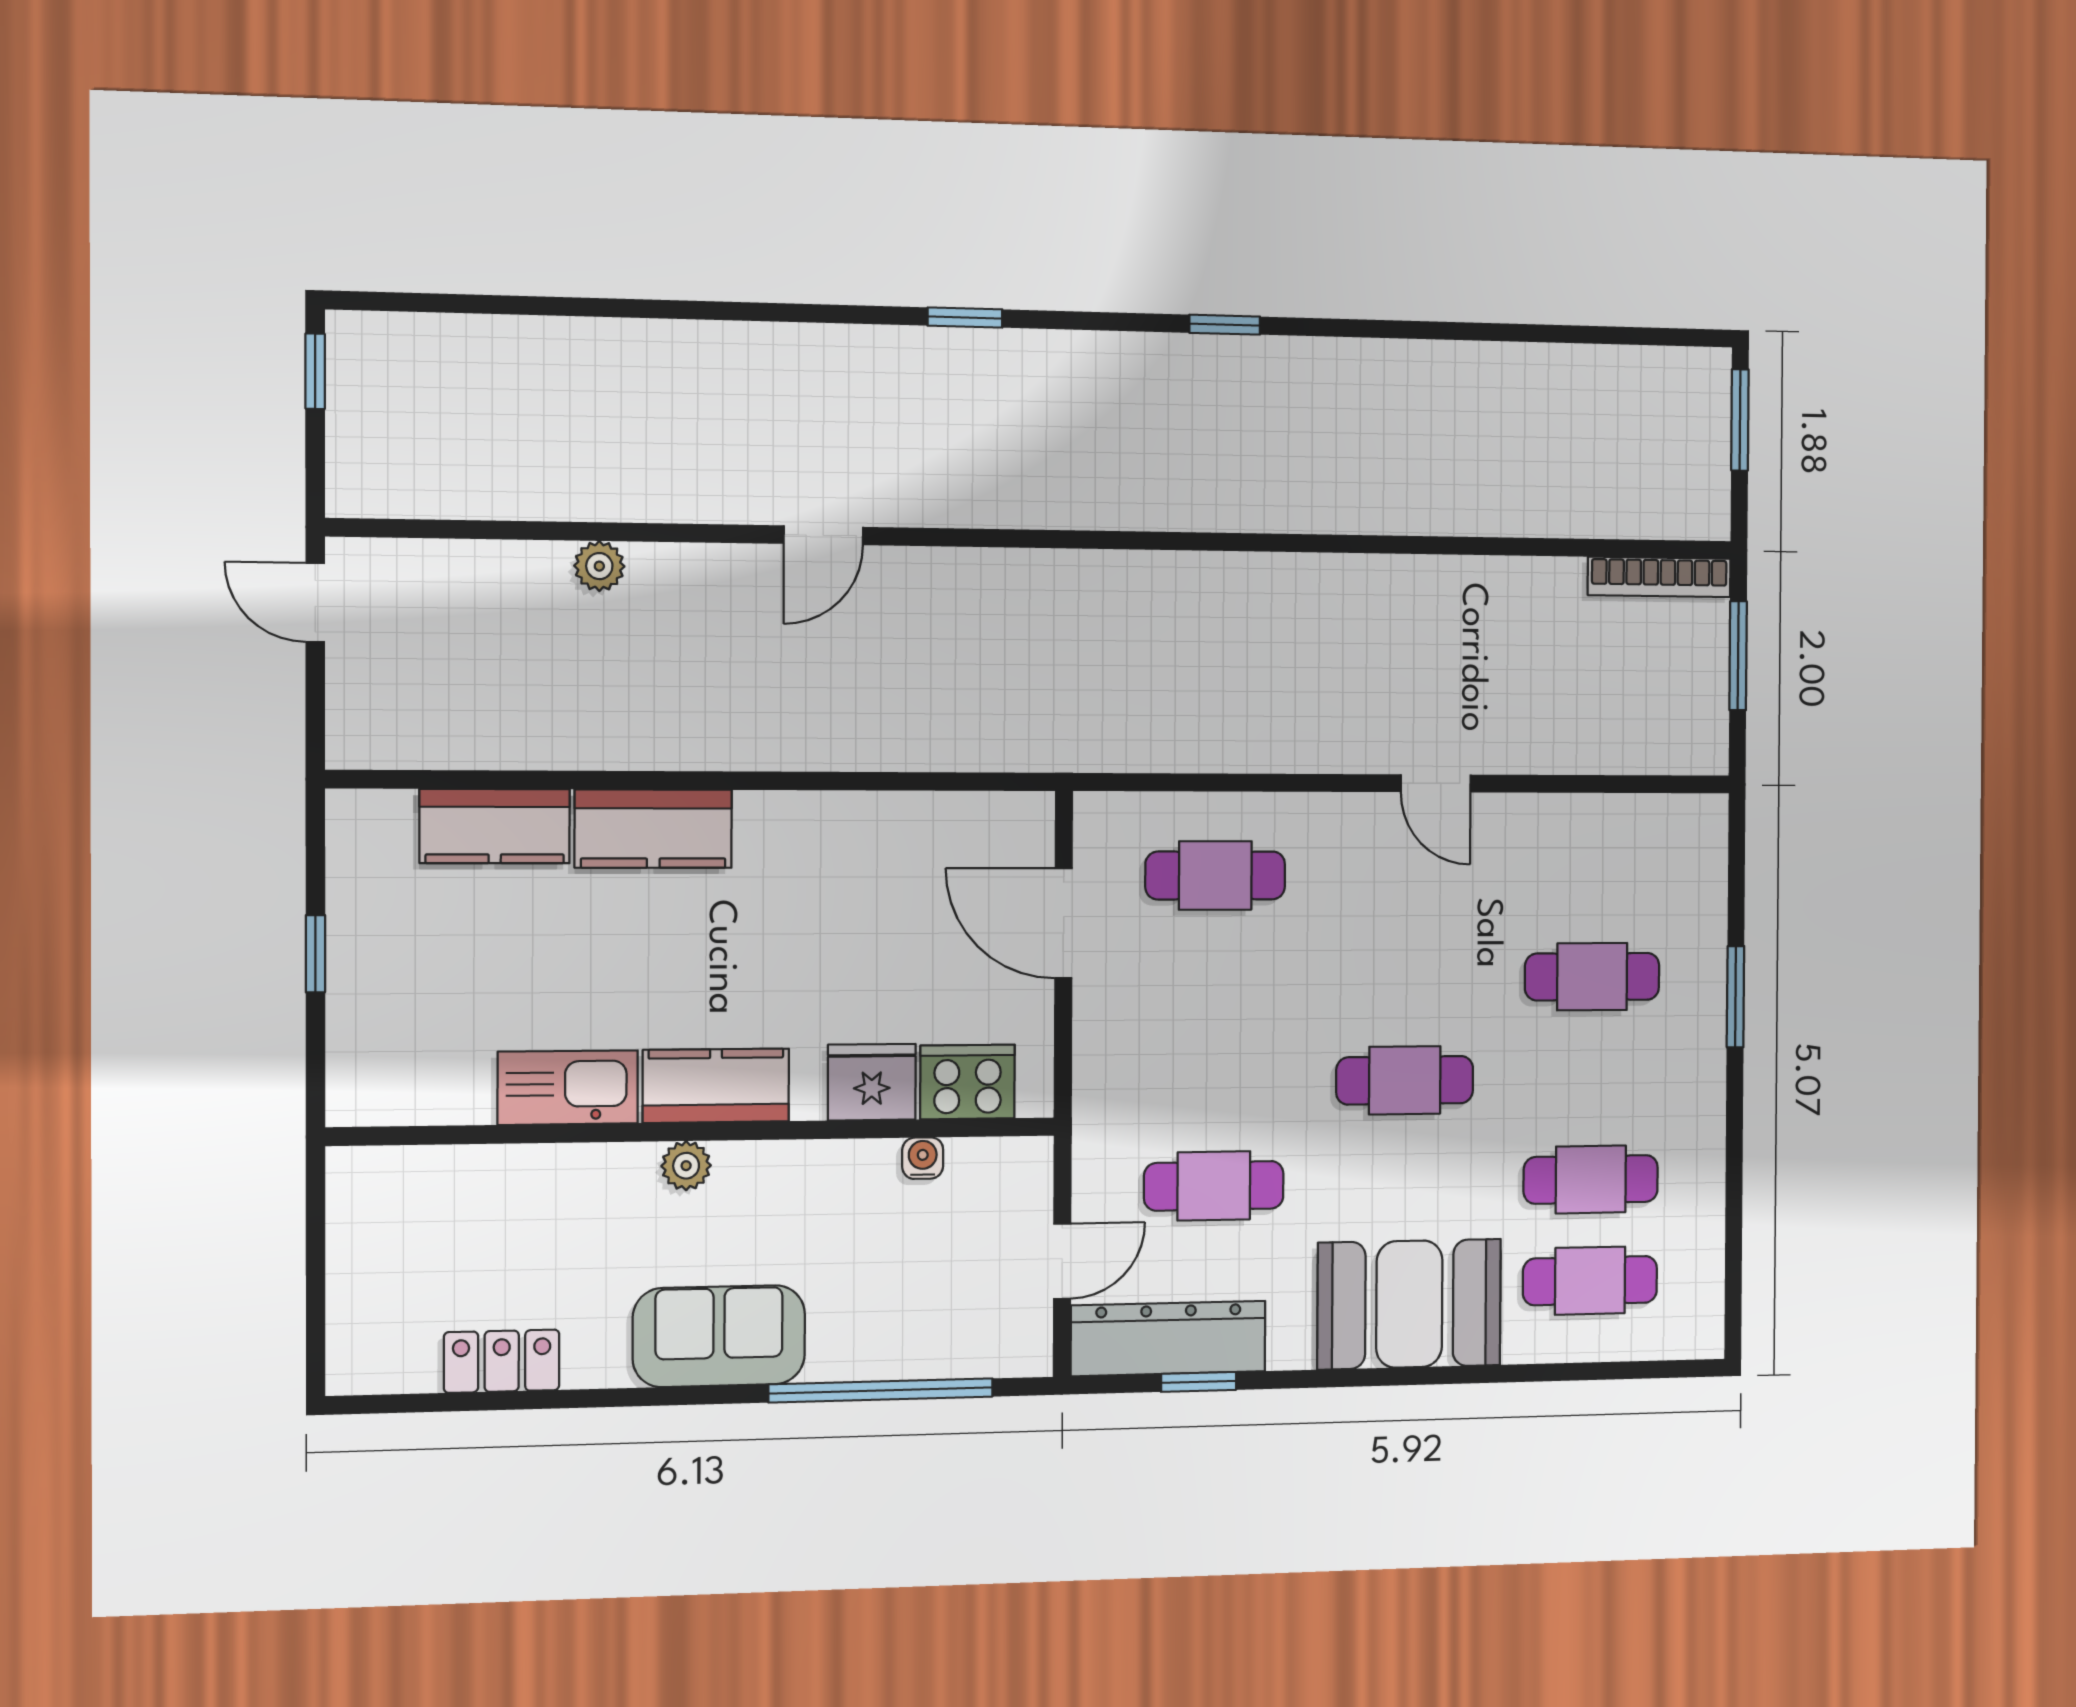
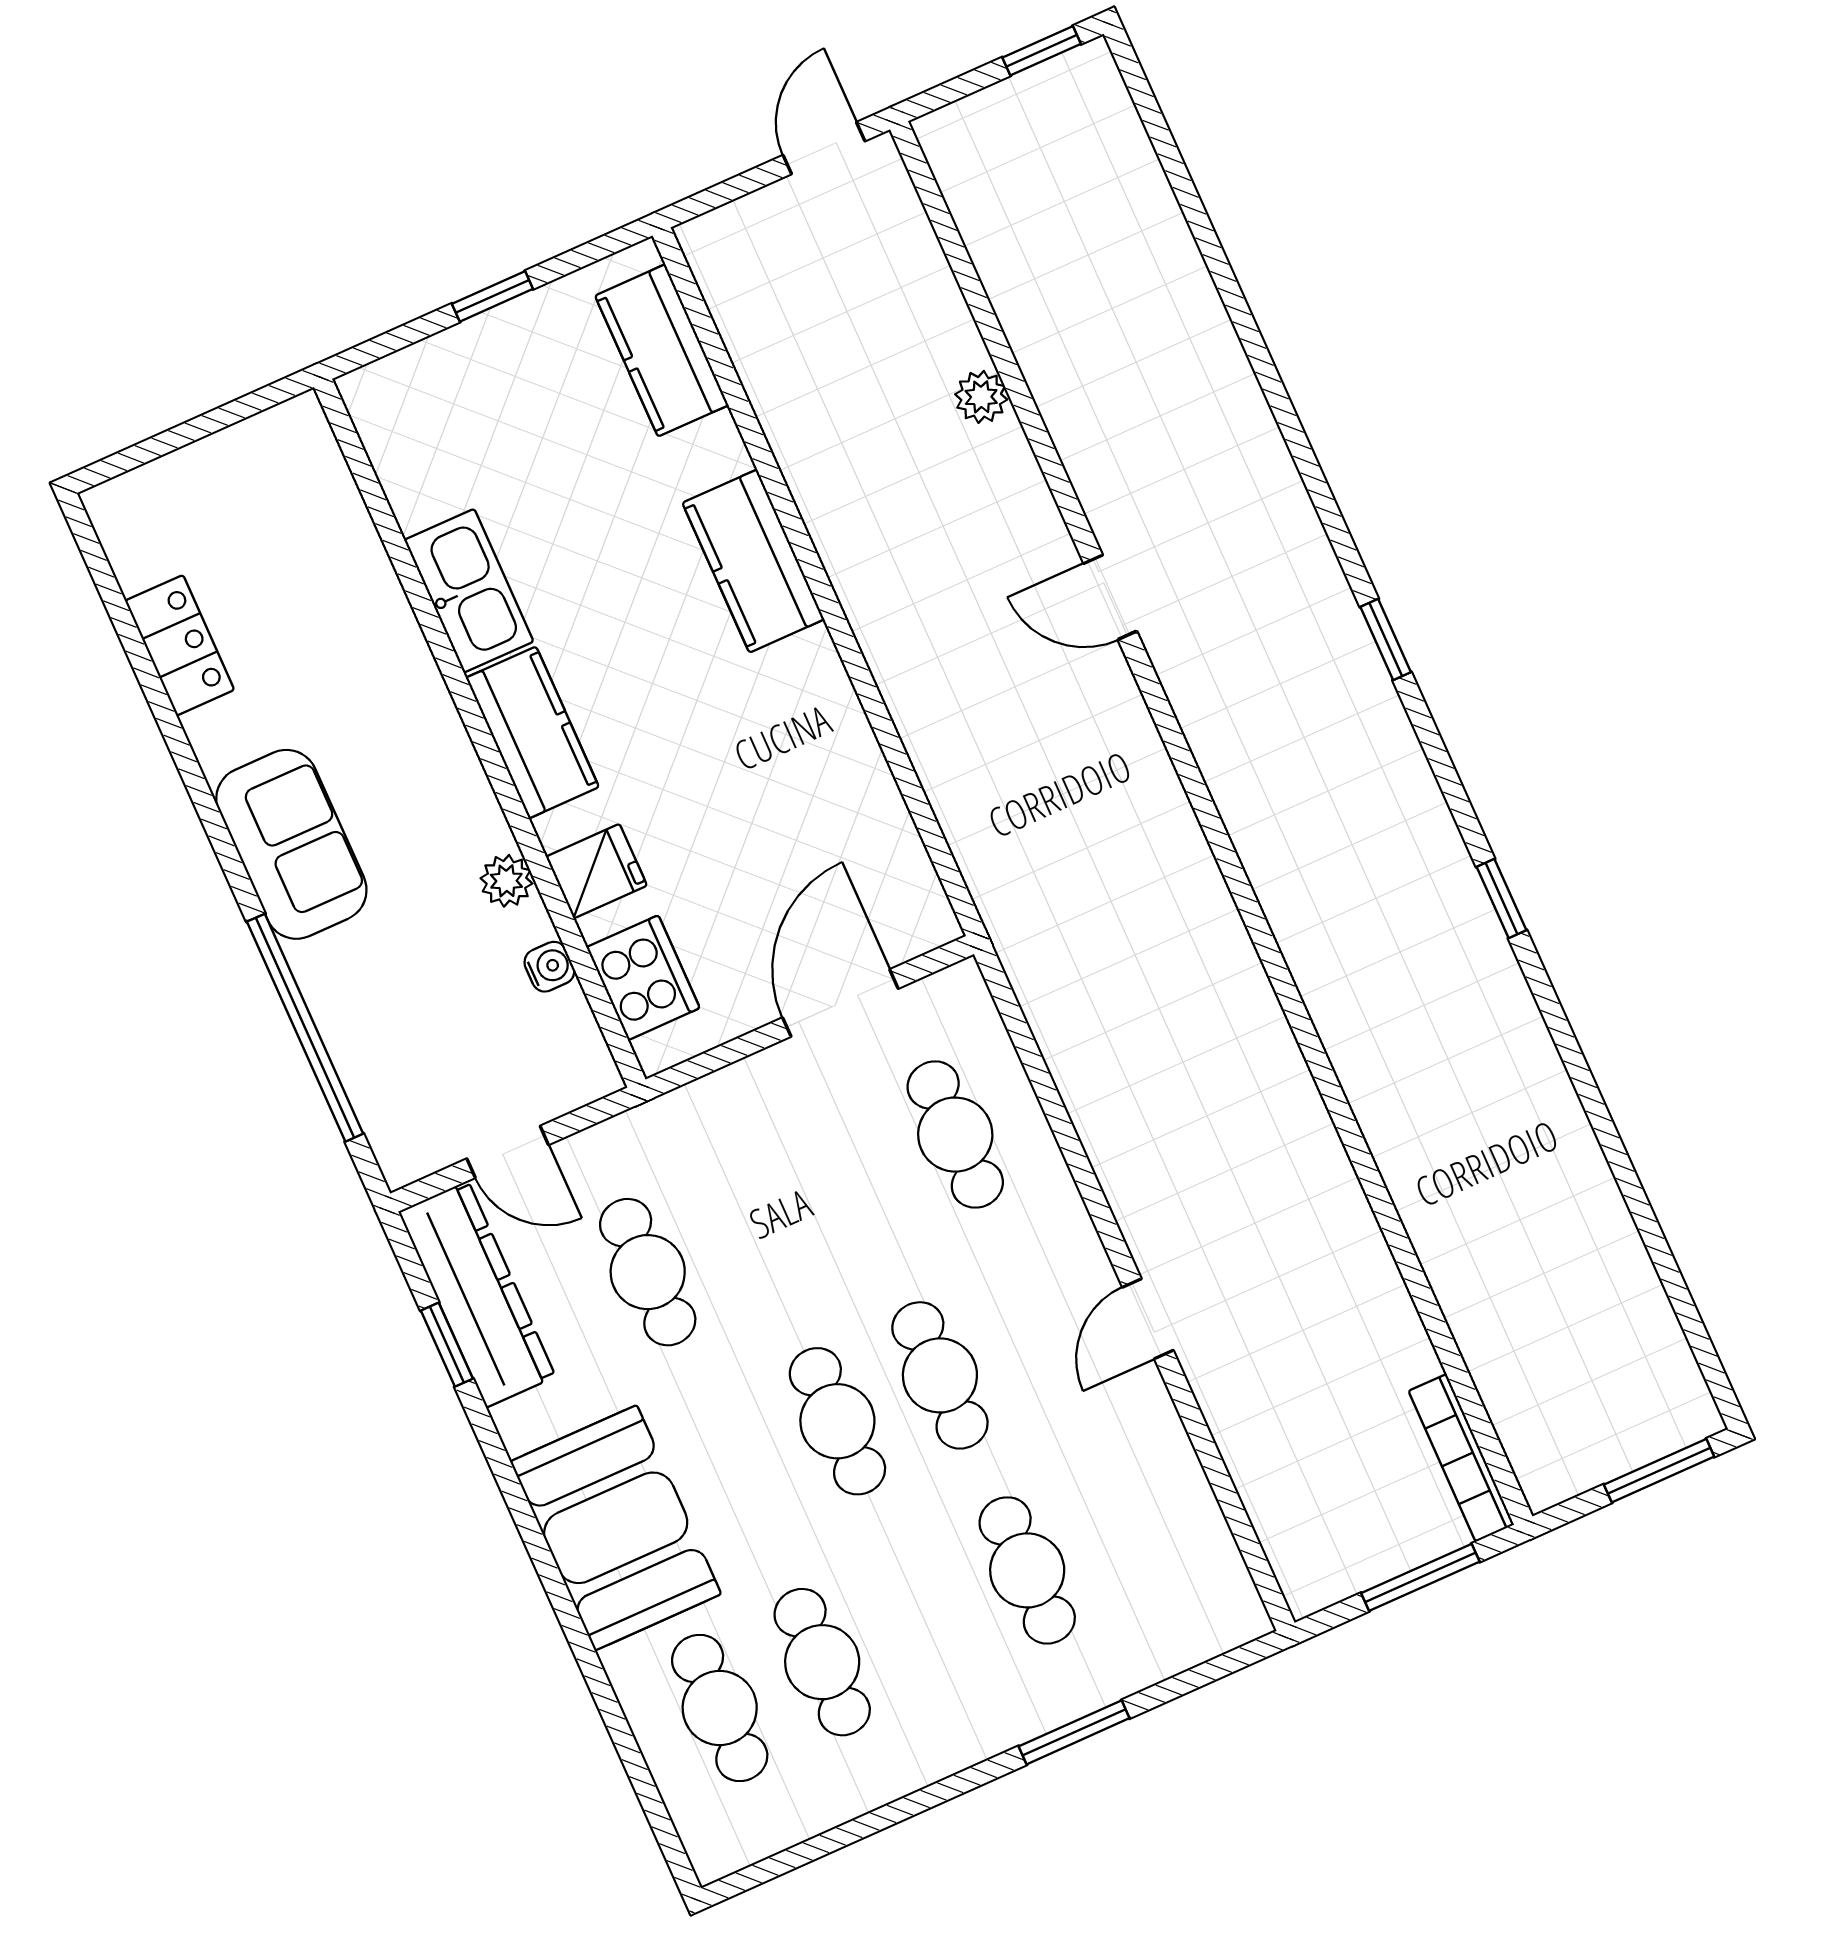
kitchen counter: (495, 826) -> (662, 350), moved
cafe table: (1405, 978) -> (940, 1375), added
fridge: (872, 1082) -> (596, 871), width x0.72
plant: (686, 1166) -> (506, 881), moved

